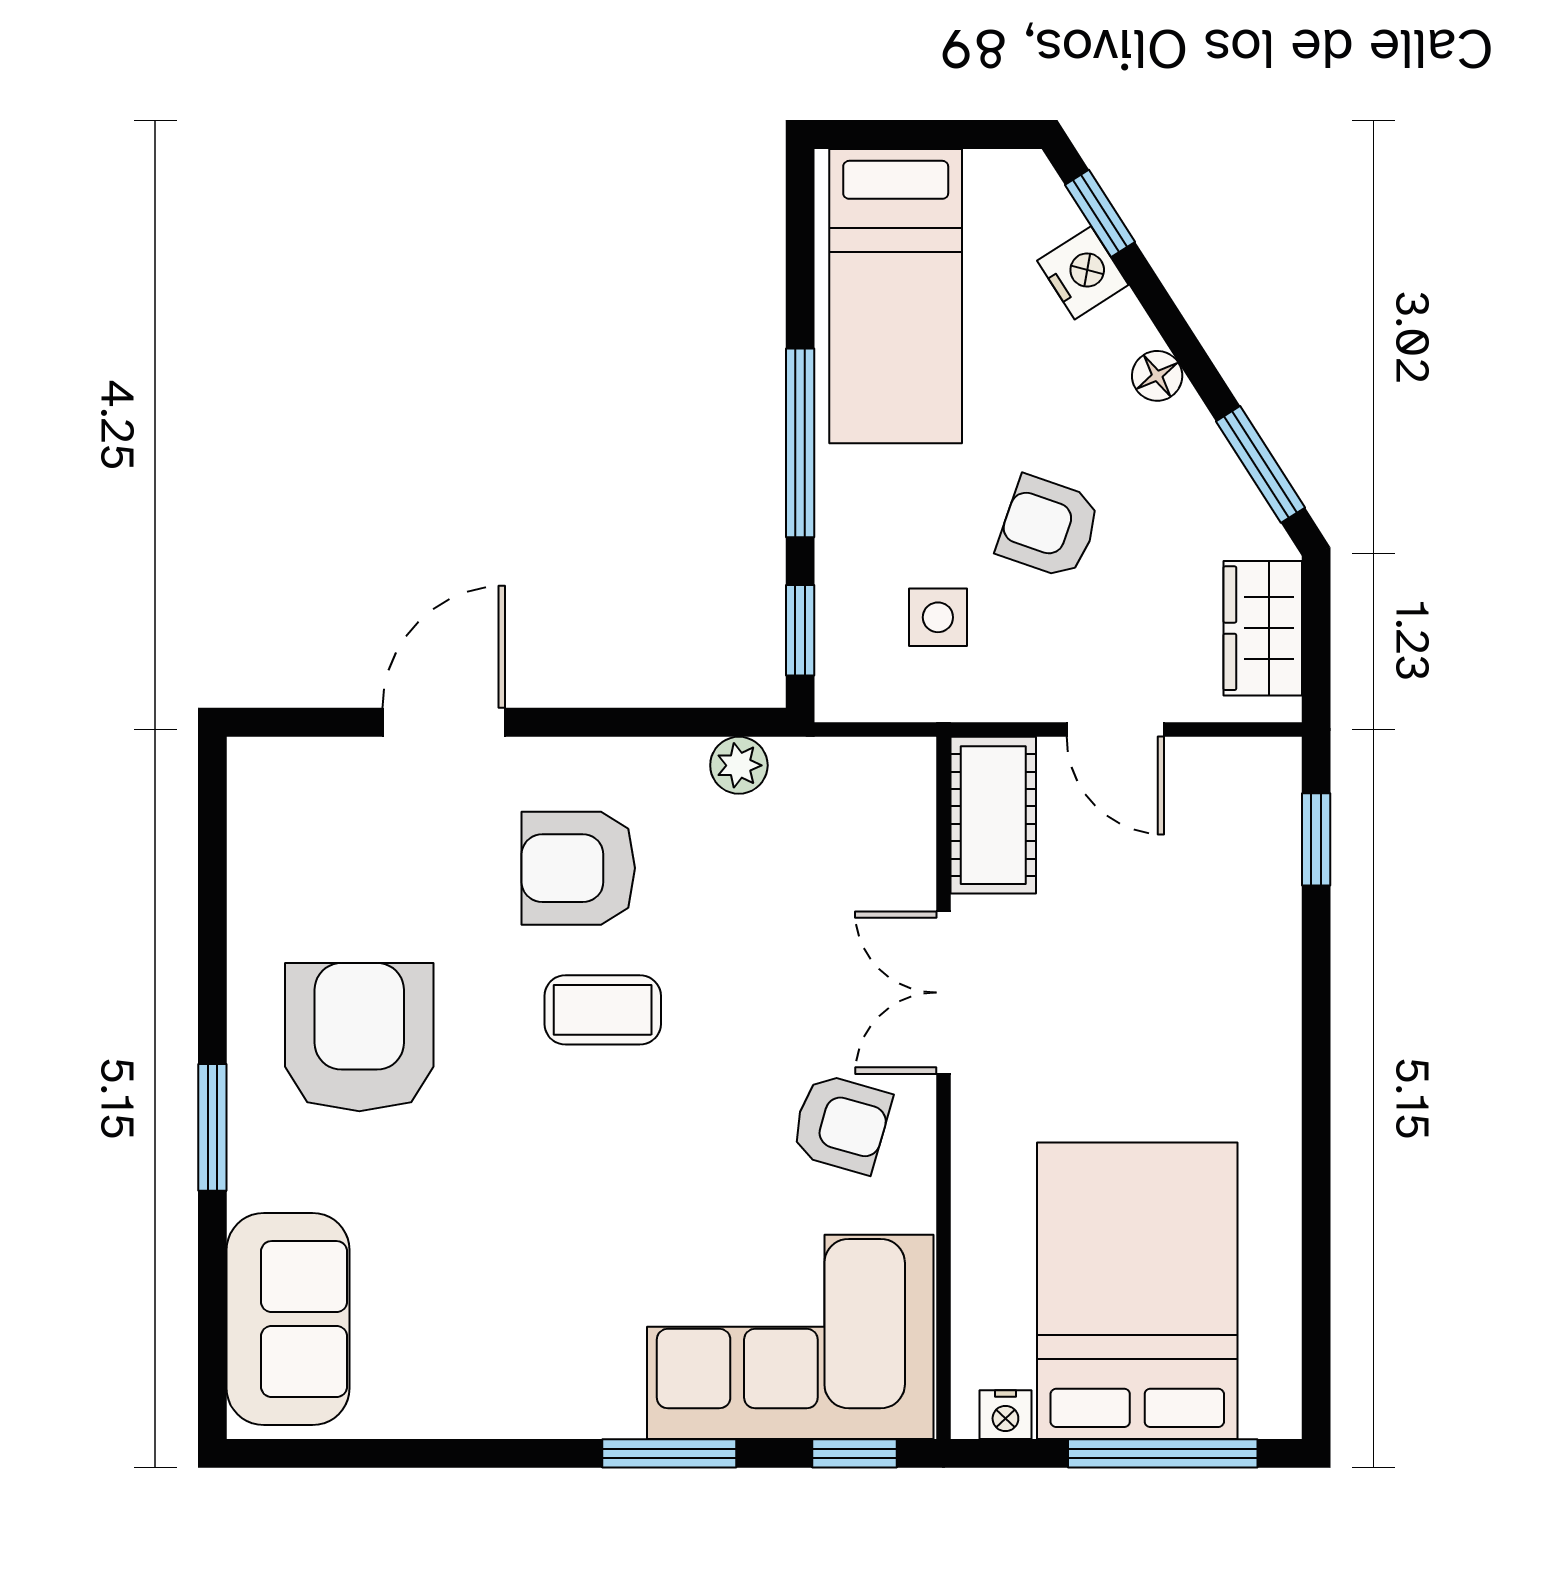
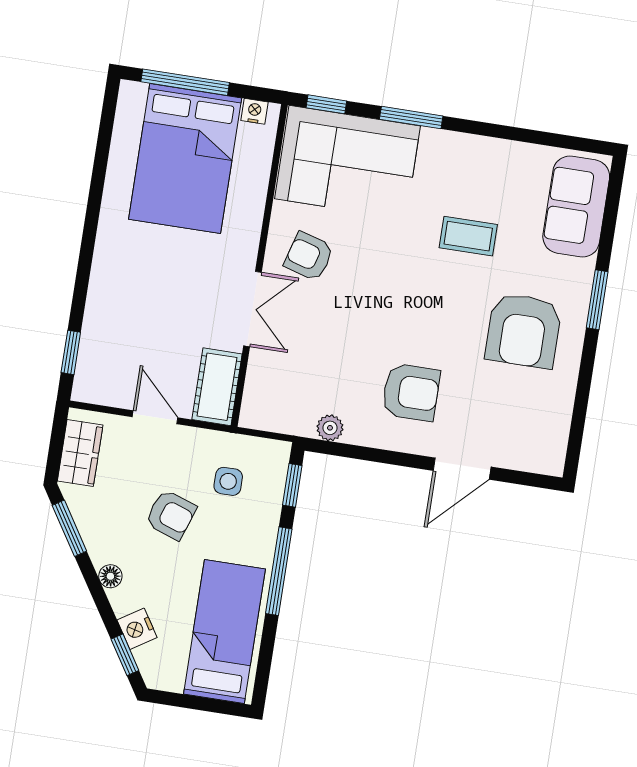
coffee table: (603, 1010) -> (468, 236), moved

